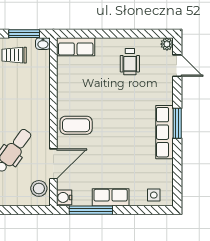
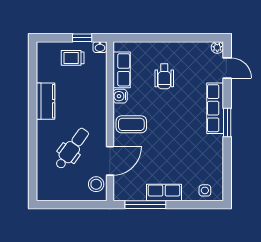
window: (24, 34) -> (82, 38), width x0.67
row of seats: (76, 47) -> (122, 70), moved, turned -90
wheelchair: (130, 62) -> (164, 76), moved
row of seats: (165, 132) -> (215, 108), moved
water cooler: (64, 197) -> (120, 96), moved

